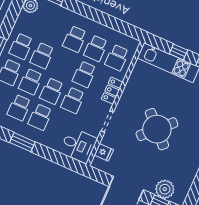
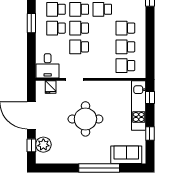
window: (178, 52) -> (150, 98), moved
school desk: (84, 74) -> (102, 47), removed
locker: (112, 91) -> (99, 73), removed
round table: (157, 129) -> (85, 119), turned 45

